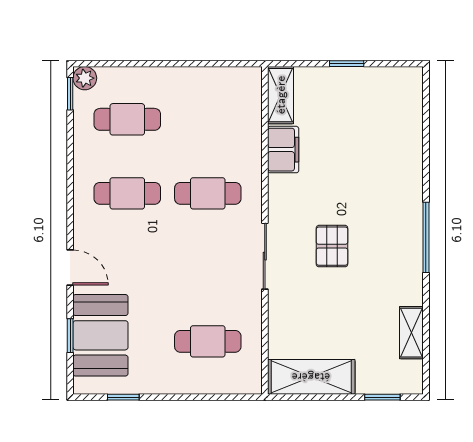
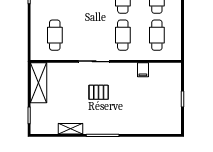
shelving: (281, 95) -> (168, 69), removed
cafe table: (208, 119) -> (157, 35), added
filing cabinet: (283, 150) -> (143, 70), width x0.50
shelving: (411, 333) -> (71, 129), moved

